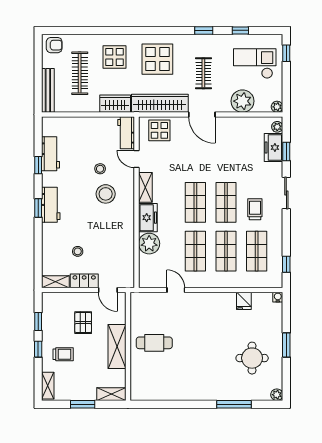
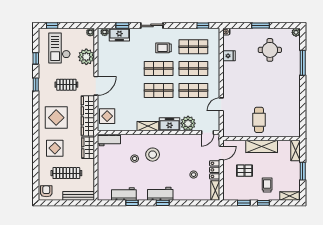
door: (137, 159) -> (207, 132), moved

